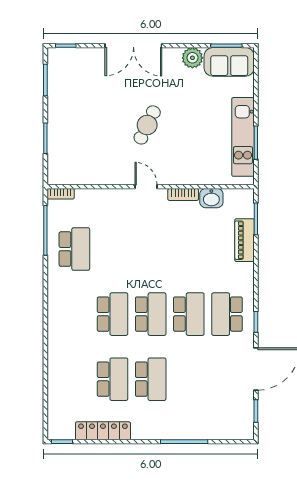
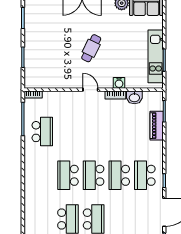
water cooler: (189, 177) -> (119, 83), added
school desk: (113, 314) -> (68, 175), turned 180
school desk: (151, 314) -> (94, 175), turned 180
school desk: (189, 314) -> (119, 175), turned 180

